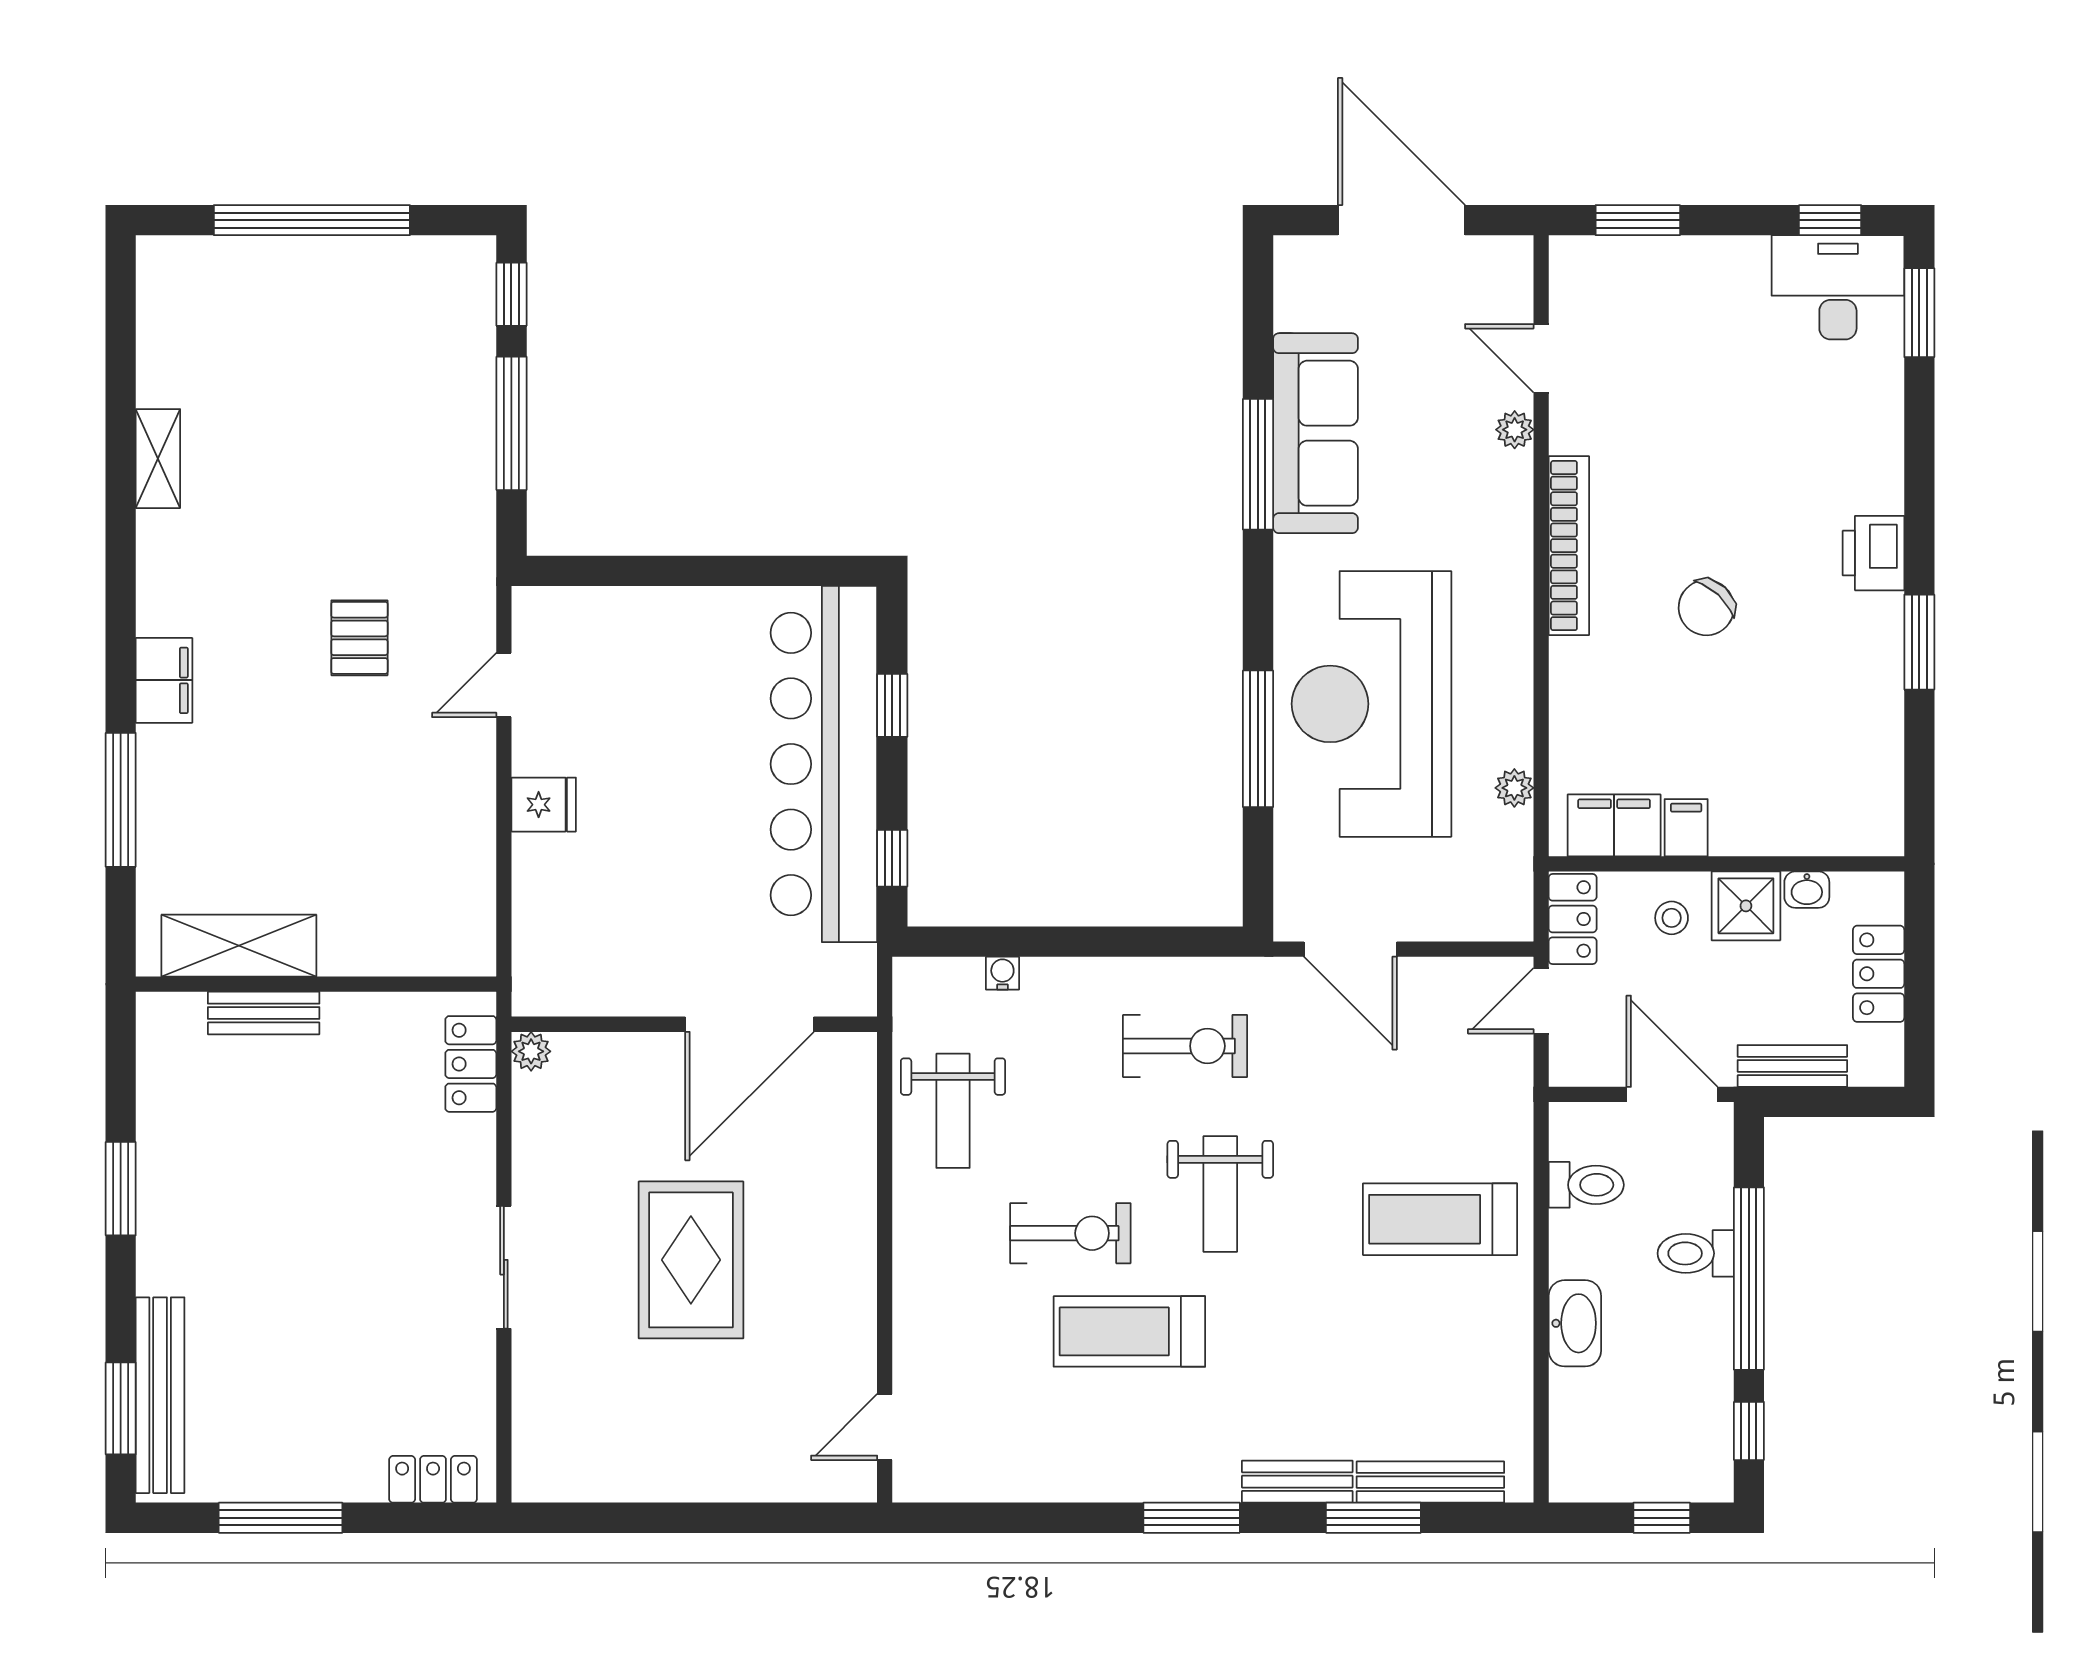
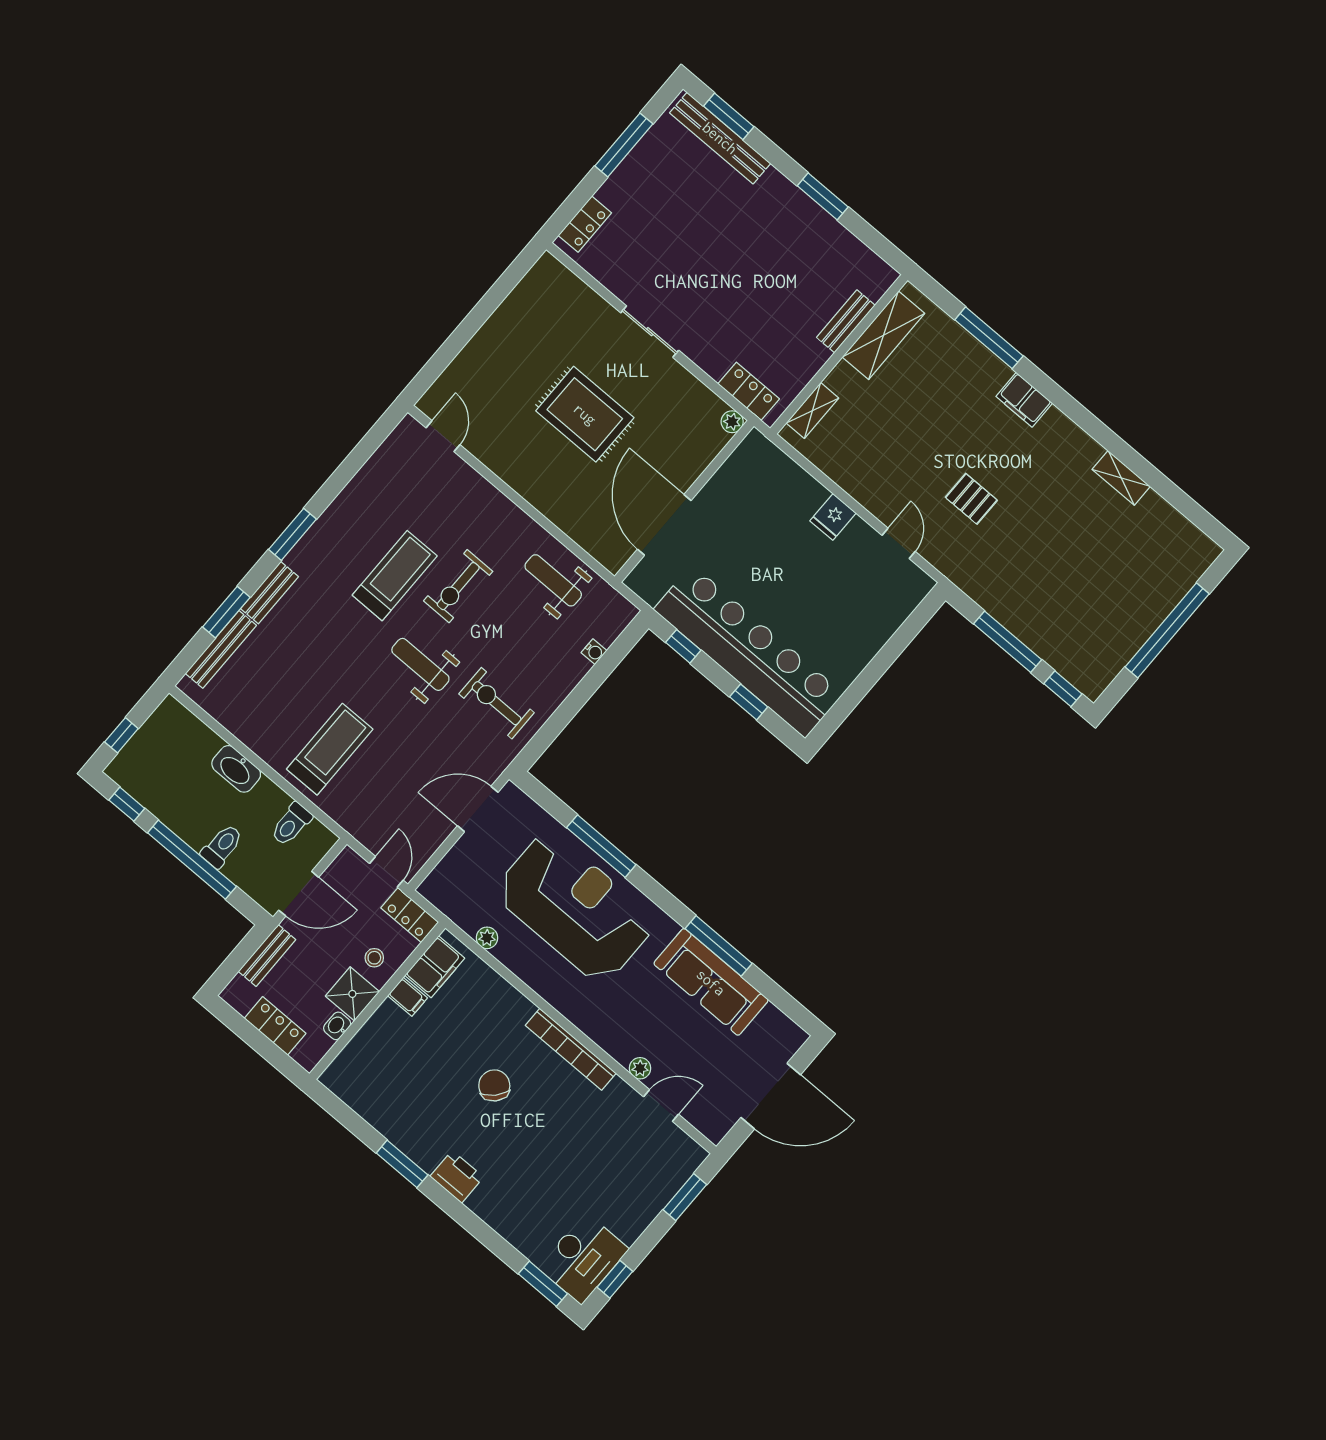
shelving: (423, 955) -> (812, 411), added
exercise bike: (1185, 1046) -> (497, 703), turned 90

